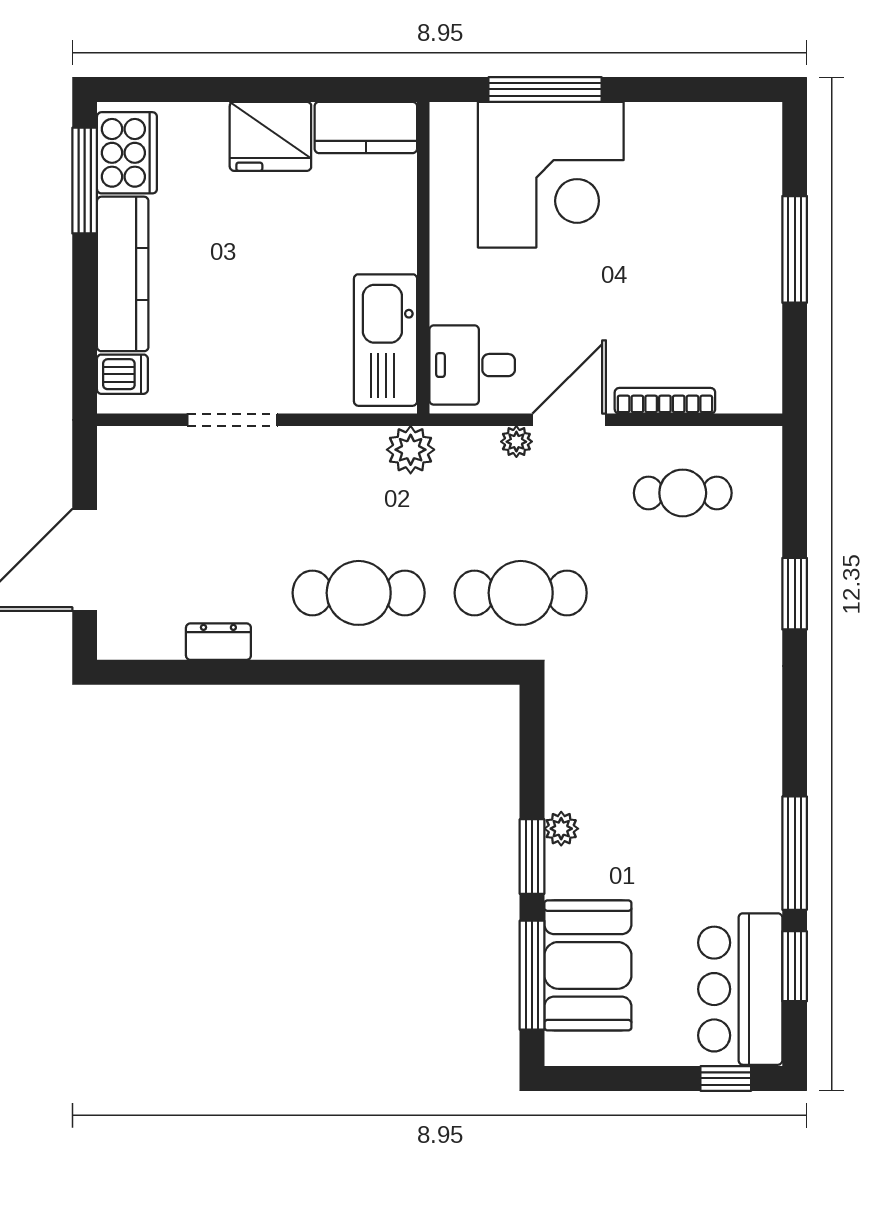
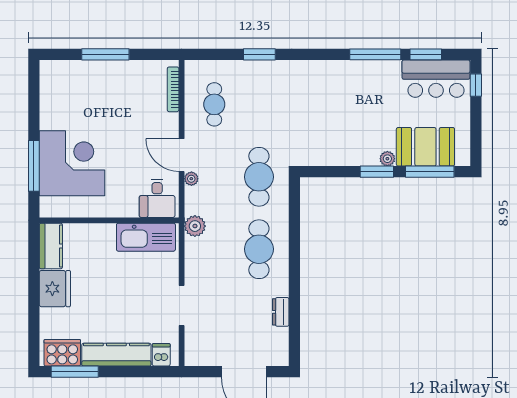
bookcase: (665, 401) -> (173, 89), moved
plant: (561, 829) -> (387, 159), moved

